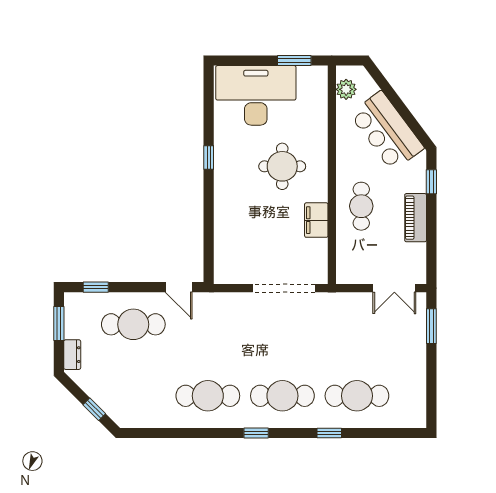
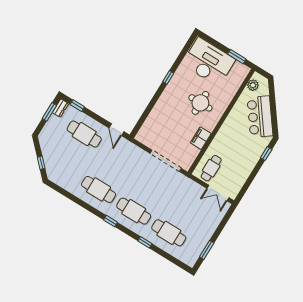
cafe table: (361, 206) -> (211, 168), moved
piano: (416, 218) -> (248, 166), removed
window: (431, 326) -> (207, 250), moved
dresser: (72, 355) -> (60, 108), moved

